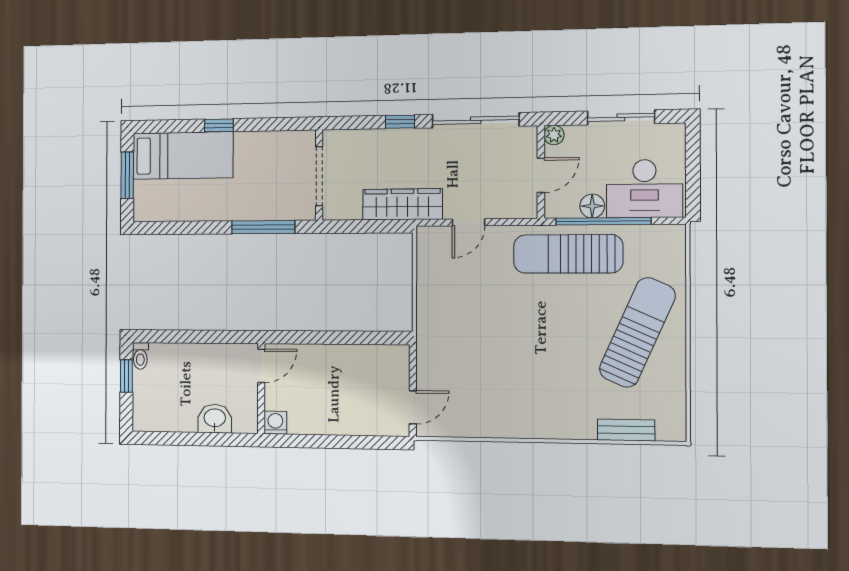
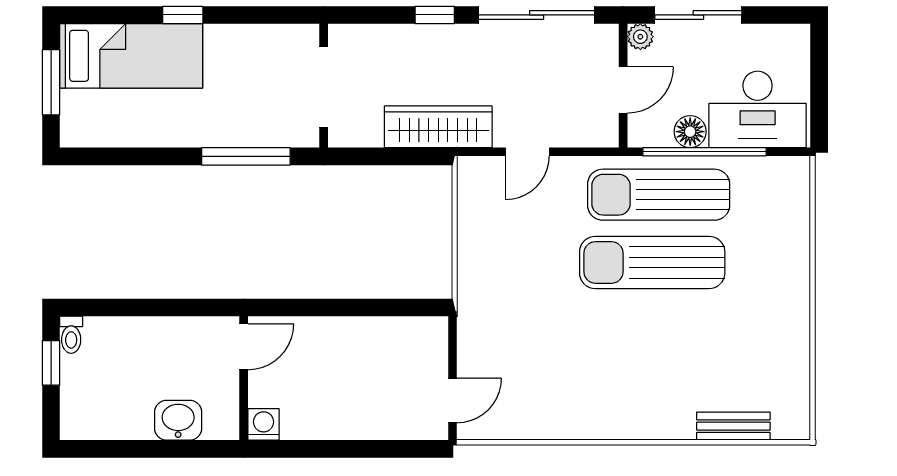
sliding door: (621, 117) -> (698, 15), moved
sun lounger: (637, 332) -> (652, 262), moved, turned -114

